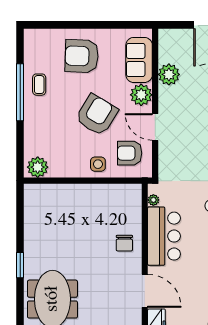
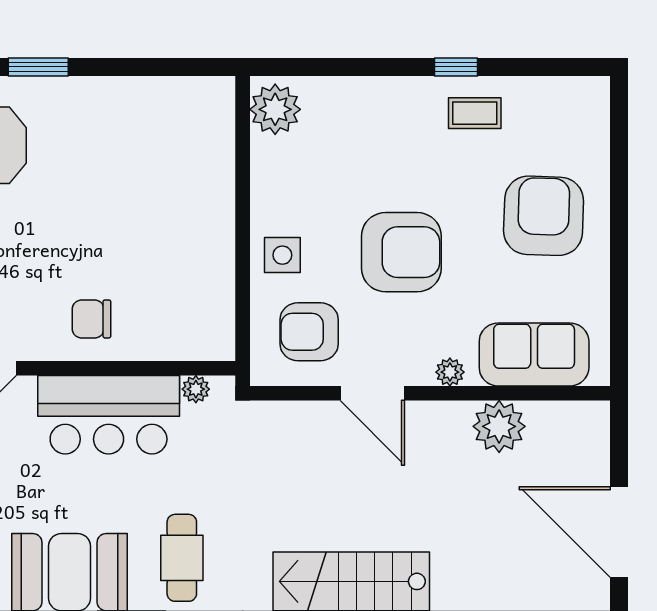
window: (20, 92) -> (456, 67), width x0.32
plant: (141, 95) -> (450, 372), width x0.53, depth x0.53
armchair: (97, 115) -> (401, 252), turned -31
door: (155, 127) -> (372, 393), swing flipped
armchair: (130, 153) -> (309, 332), turned -90

